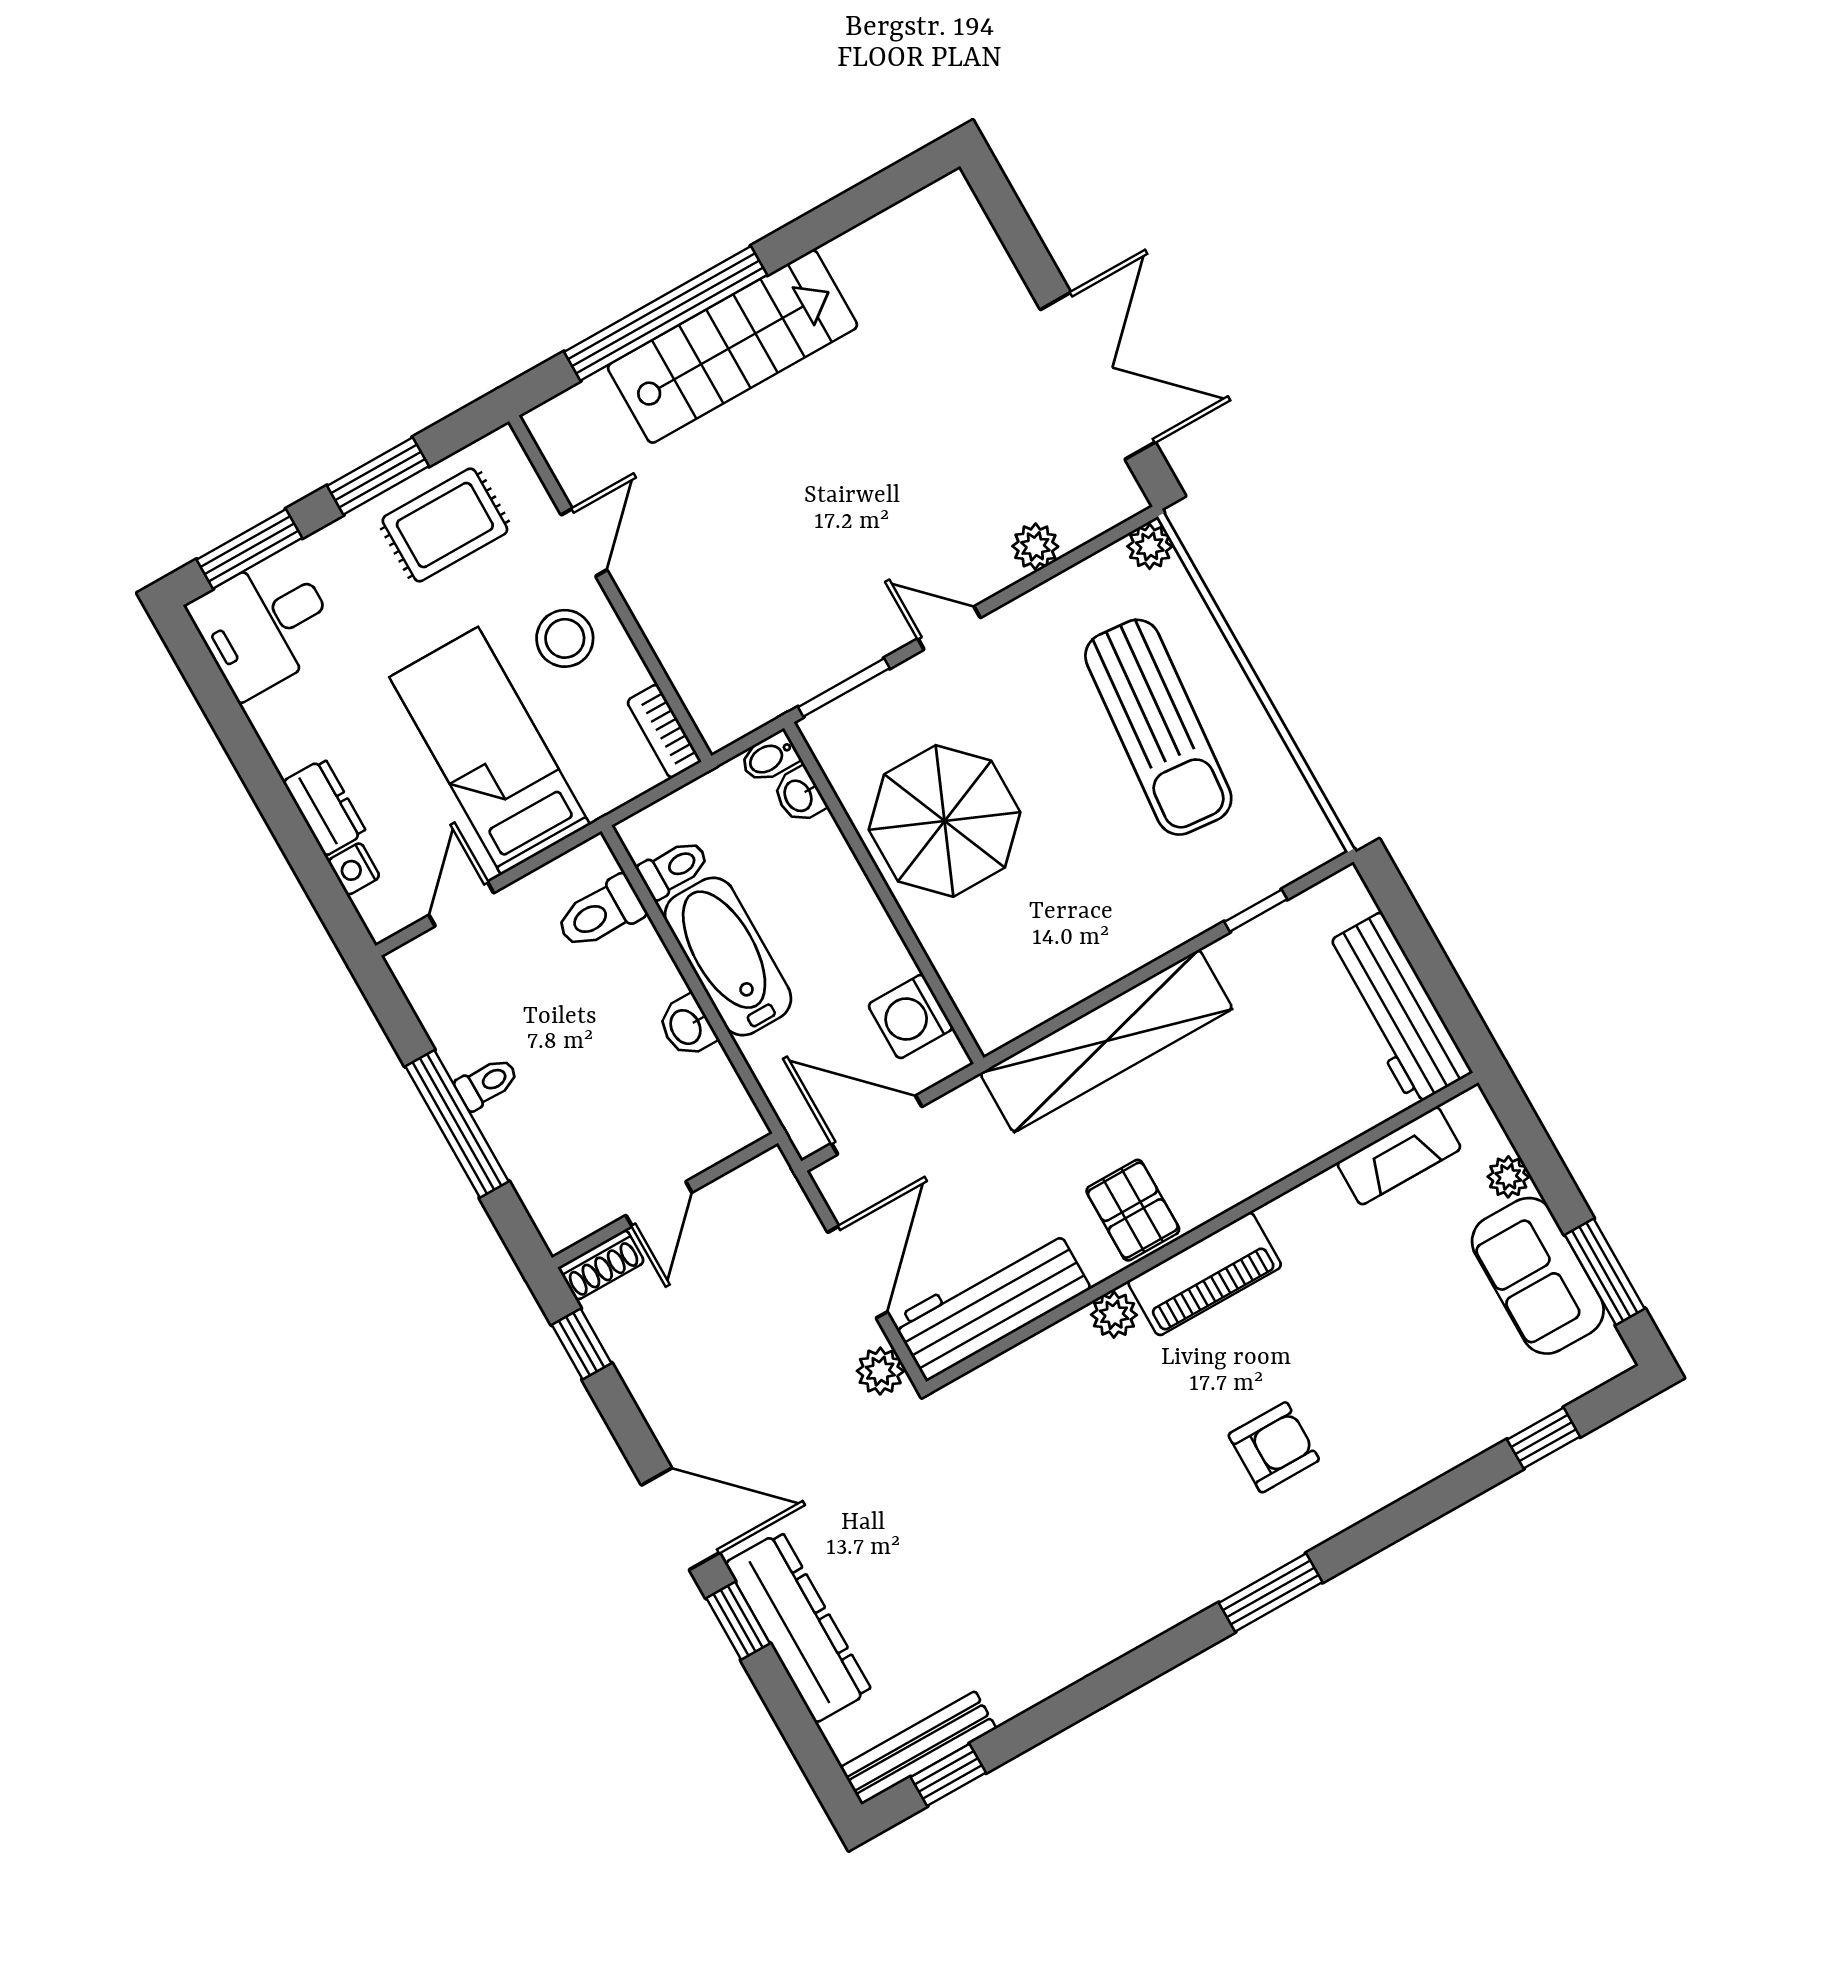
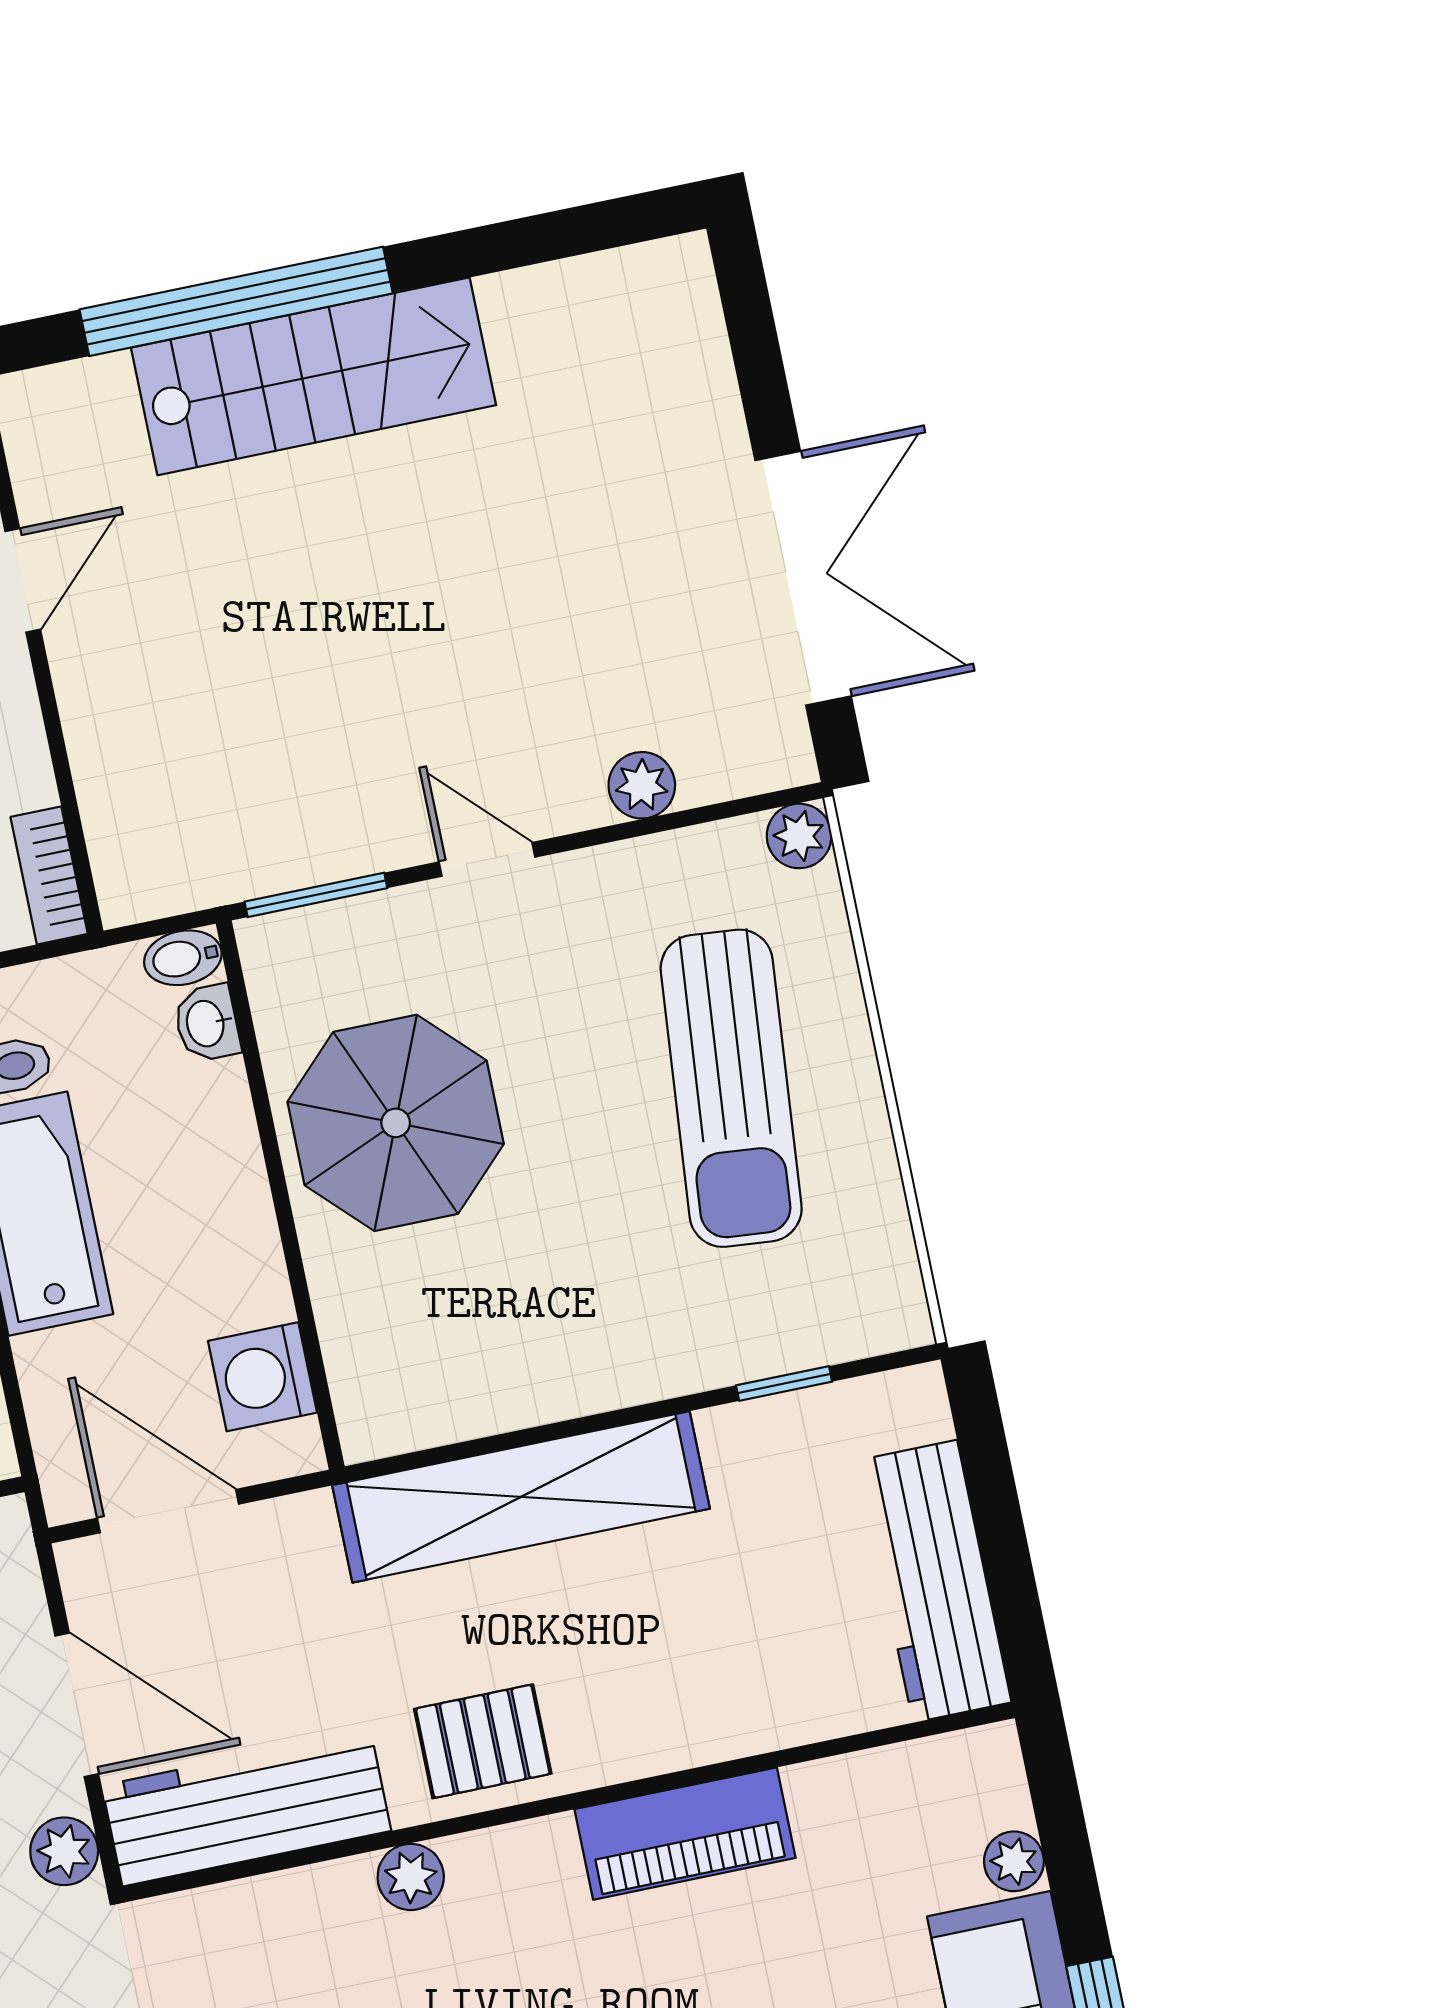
fireplace: (1399, 1156) -> (873, 1784), removed
pallet: (1133, 1210) -> (483, 1741), turned 90
door: (858, 1272) -> (77, 1705), hinge flipped
piano: (1205, 1274) -> (685, 1834), moved

